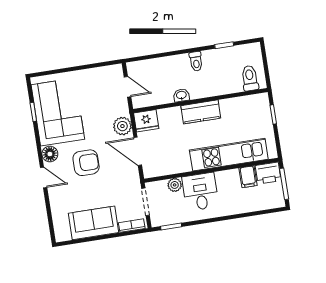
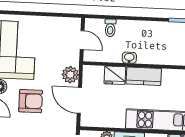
toilet: (196, 61) -> (110, 28), moved
fridge: (146, 121) -> (115, 75), moved

